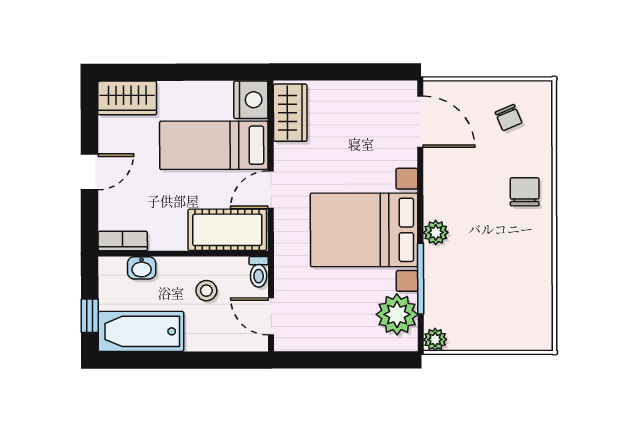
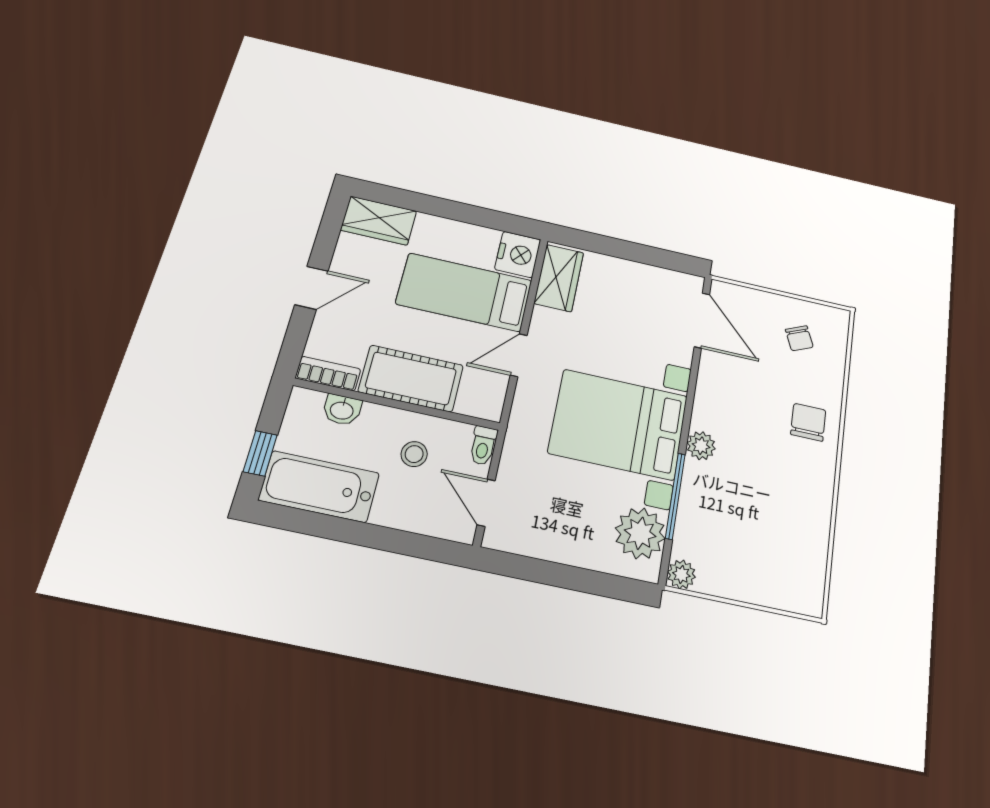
cot: (227, 230) -> (411, 378), moved

